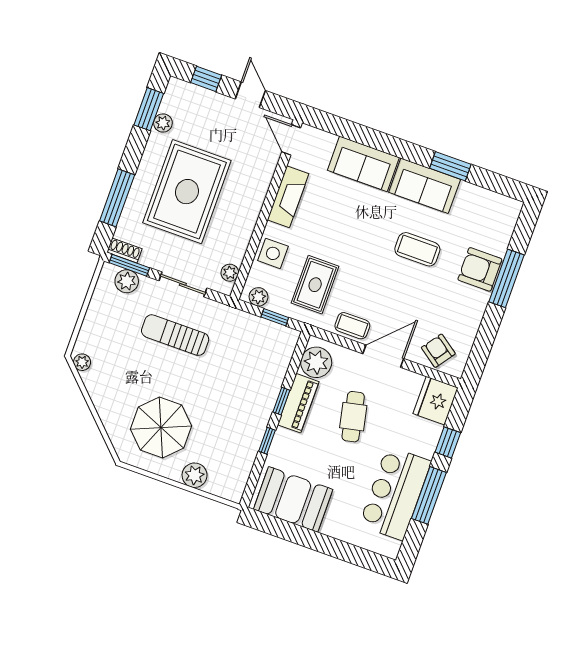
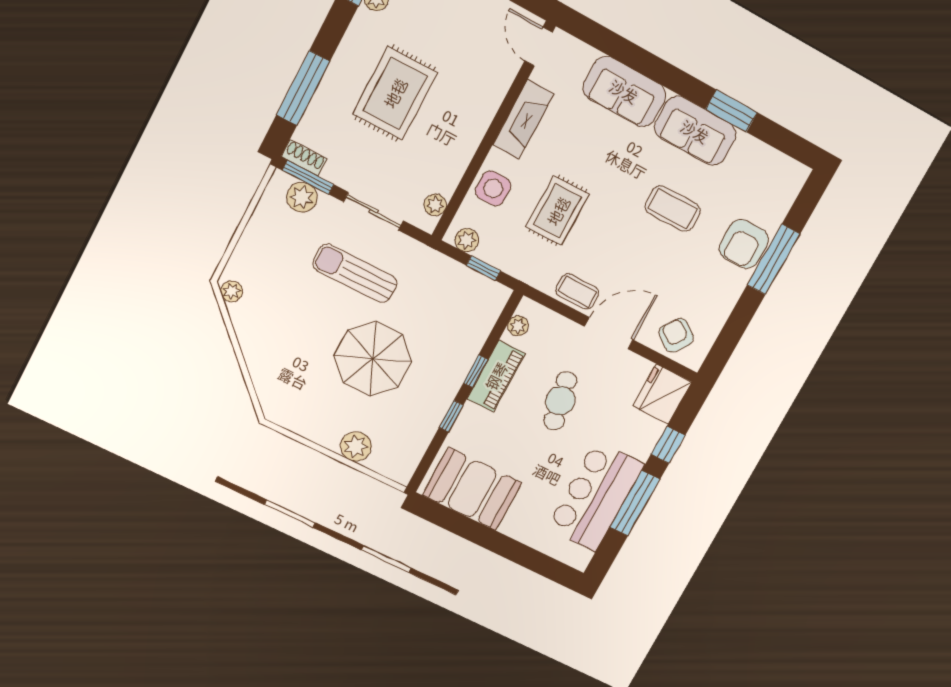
rug: (187, 192) -> (395, 93), width x0.73, depth x0.69
armchair: (480, 269) -> (744, 244), turned -90
rug: (315, 285) -> (558, 211), moved
plant: (316, 362) -> (518, 326), width x0.53, depth x0.53
parasol: (161, 428) -> (373, 359), moved

